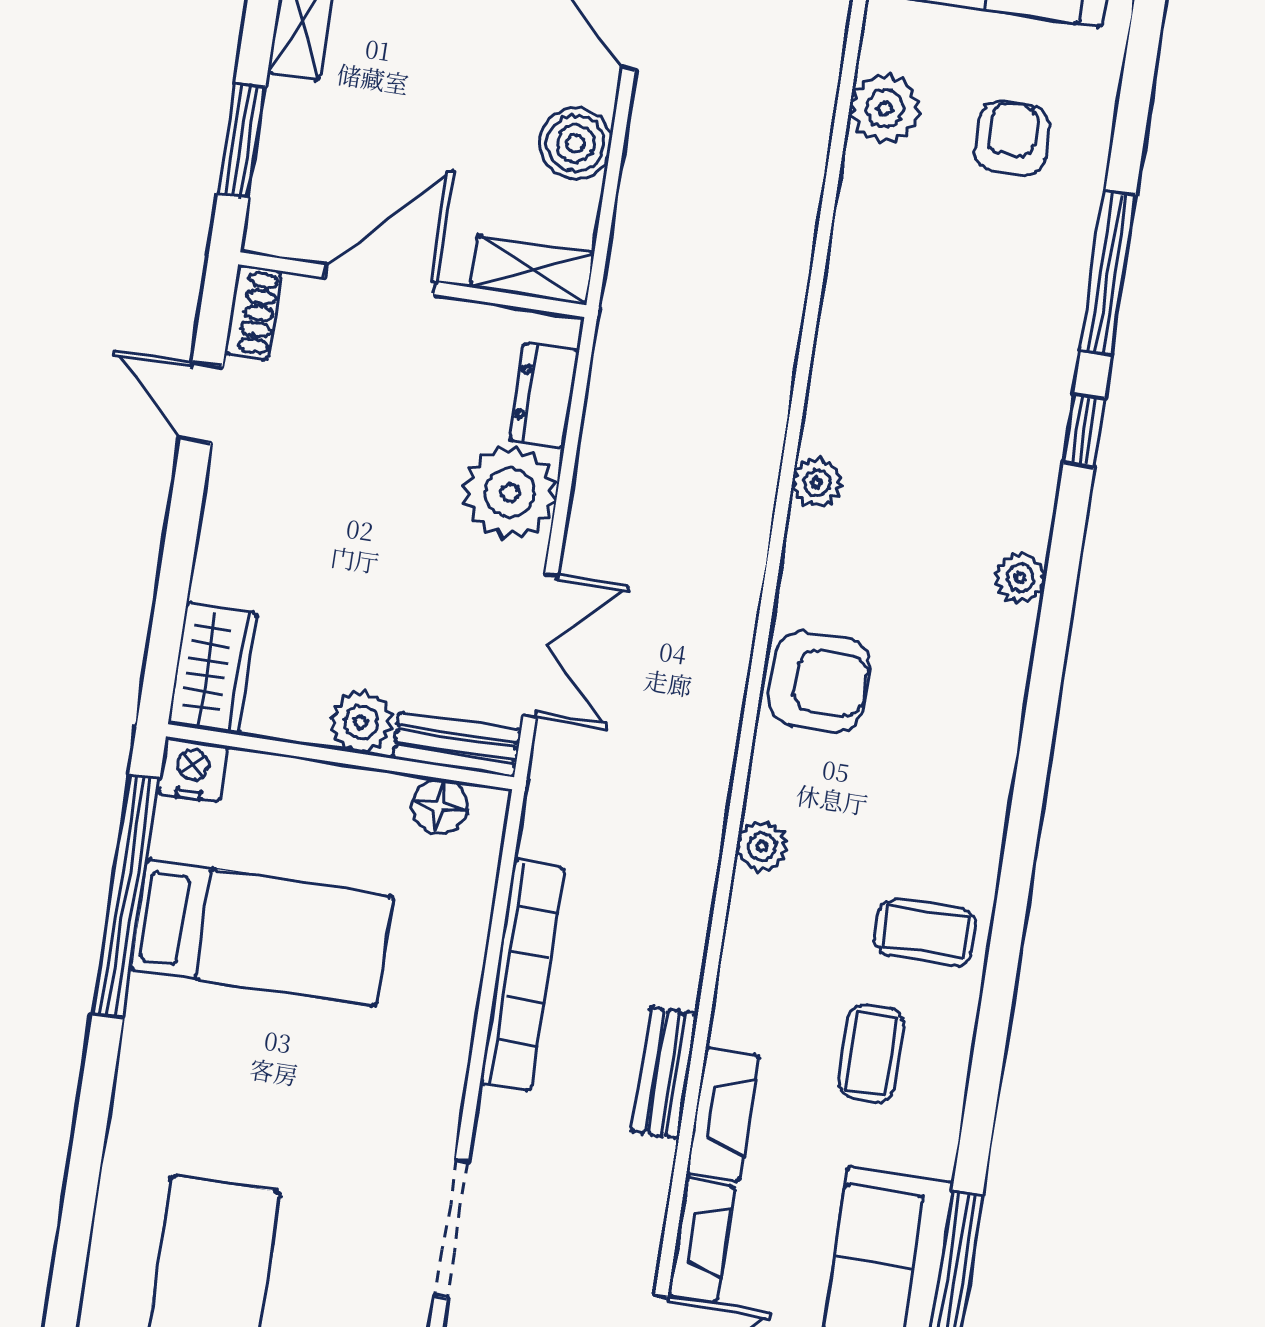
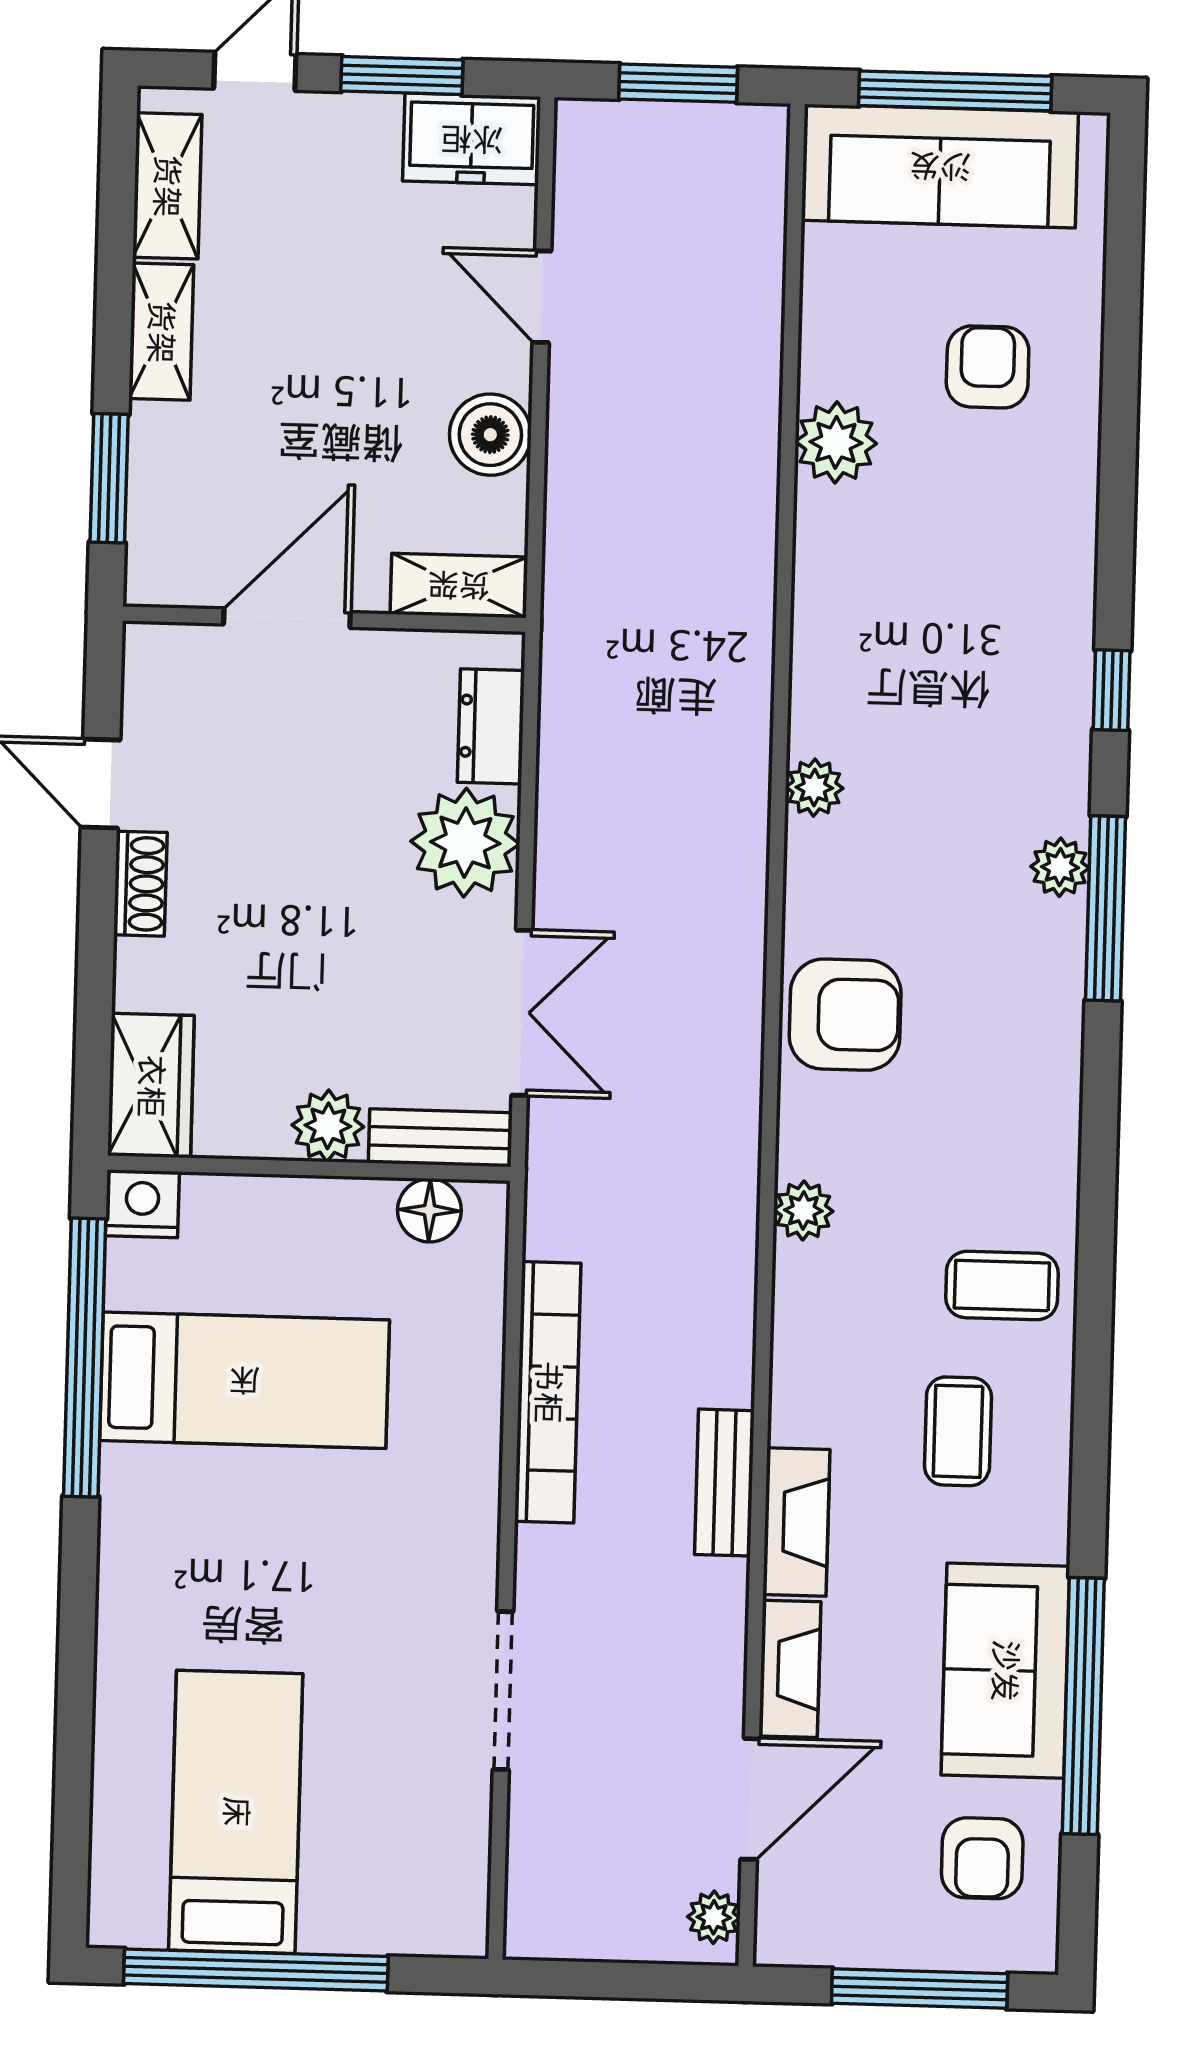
plant: (885, 109) -> (836, 442), moved
window: (1108, 273) -> (1106, 908), moved
shoe rack: (253, 312) -> (140, 884), moved

